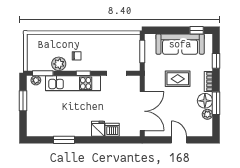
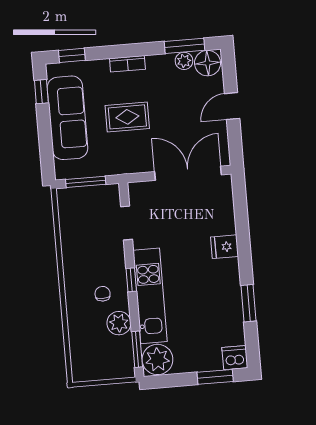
window: (216, 61) -> (72, 55), moved
rug: (178, 79) -> (127, 117), turned 90
plant: (36, 80) -> (157, 359), width x1.88, depth x1.88
window: (23, 101) -> (215, 377), moved
floor lamp: (205, 101) -> (208, 63), moved
window: (216, 103) -> (184, 46), moved
dishwasher: (112, 130) -> (235, 358), moved, turned 90

